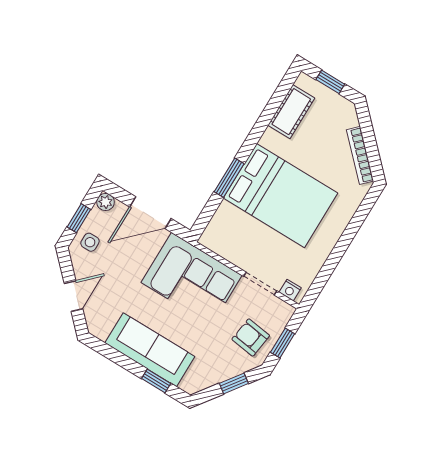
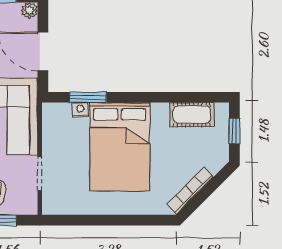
window: (229, 178) -> (88, 97), moved
nightstand: (290, 290) -> (80, 110), moved, turned 90

